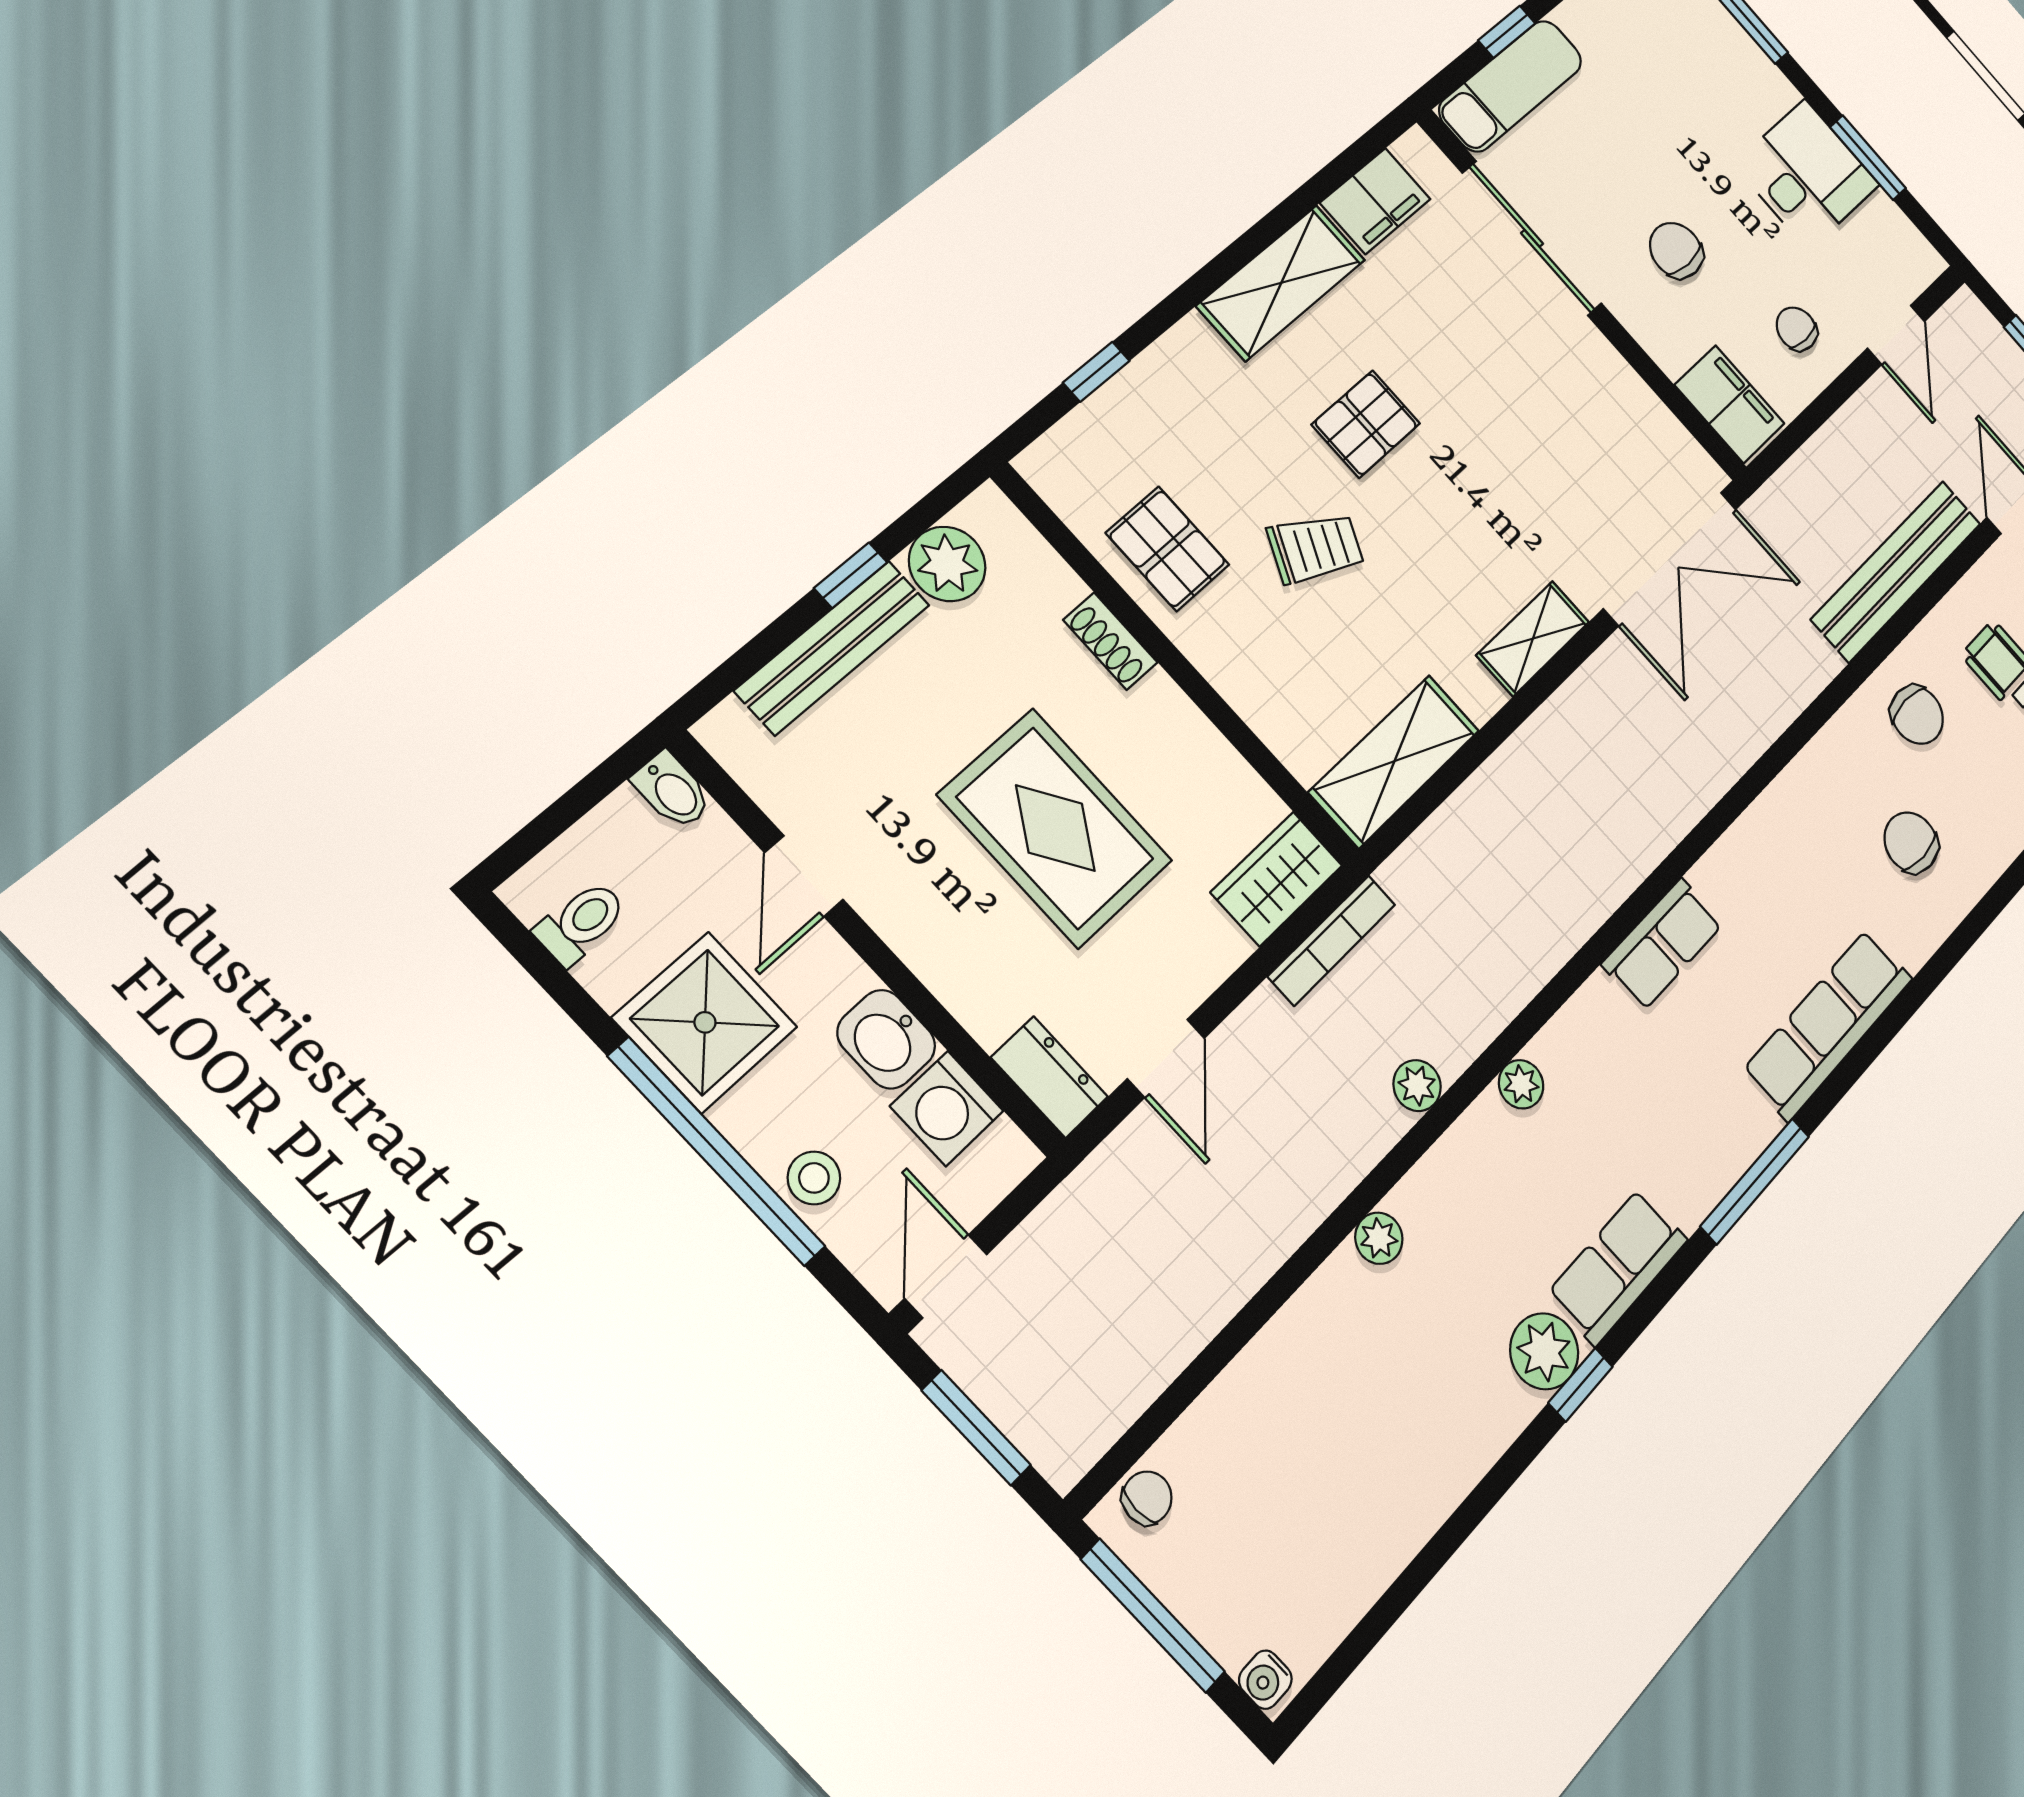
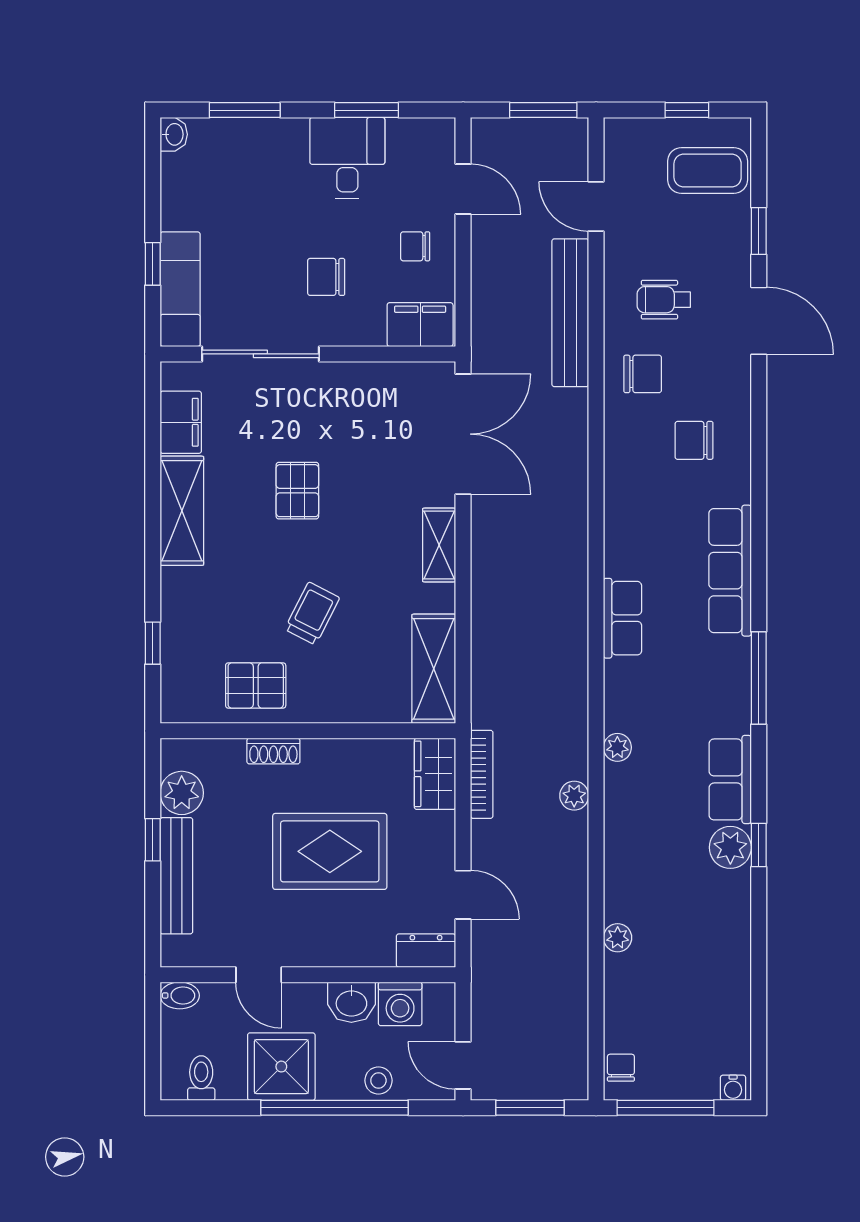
pallet: (1366, 424) -> (297, 491), moved
plant: (1379, 1238) -> (618, 938), moved

